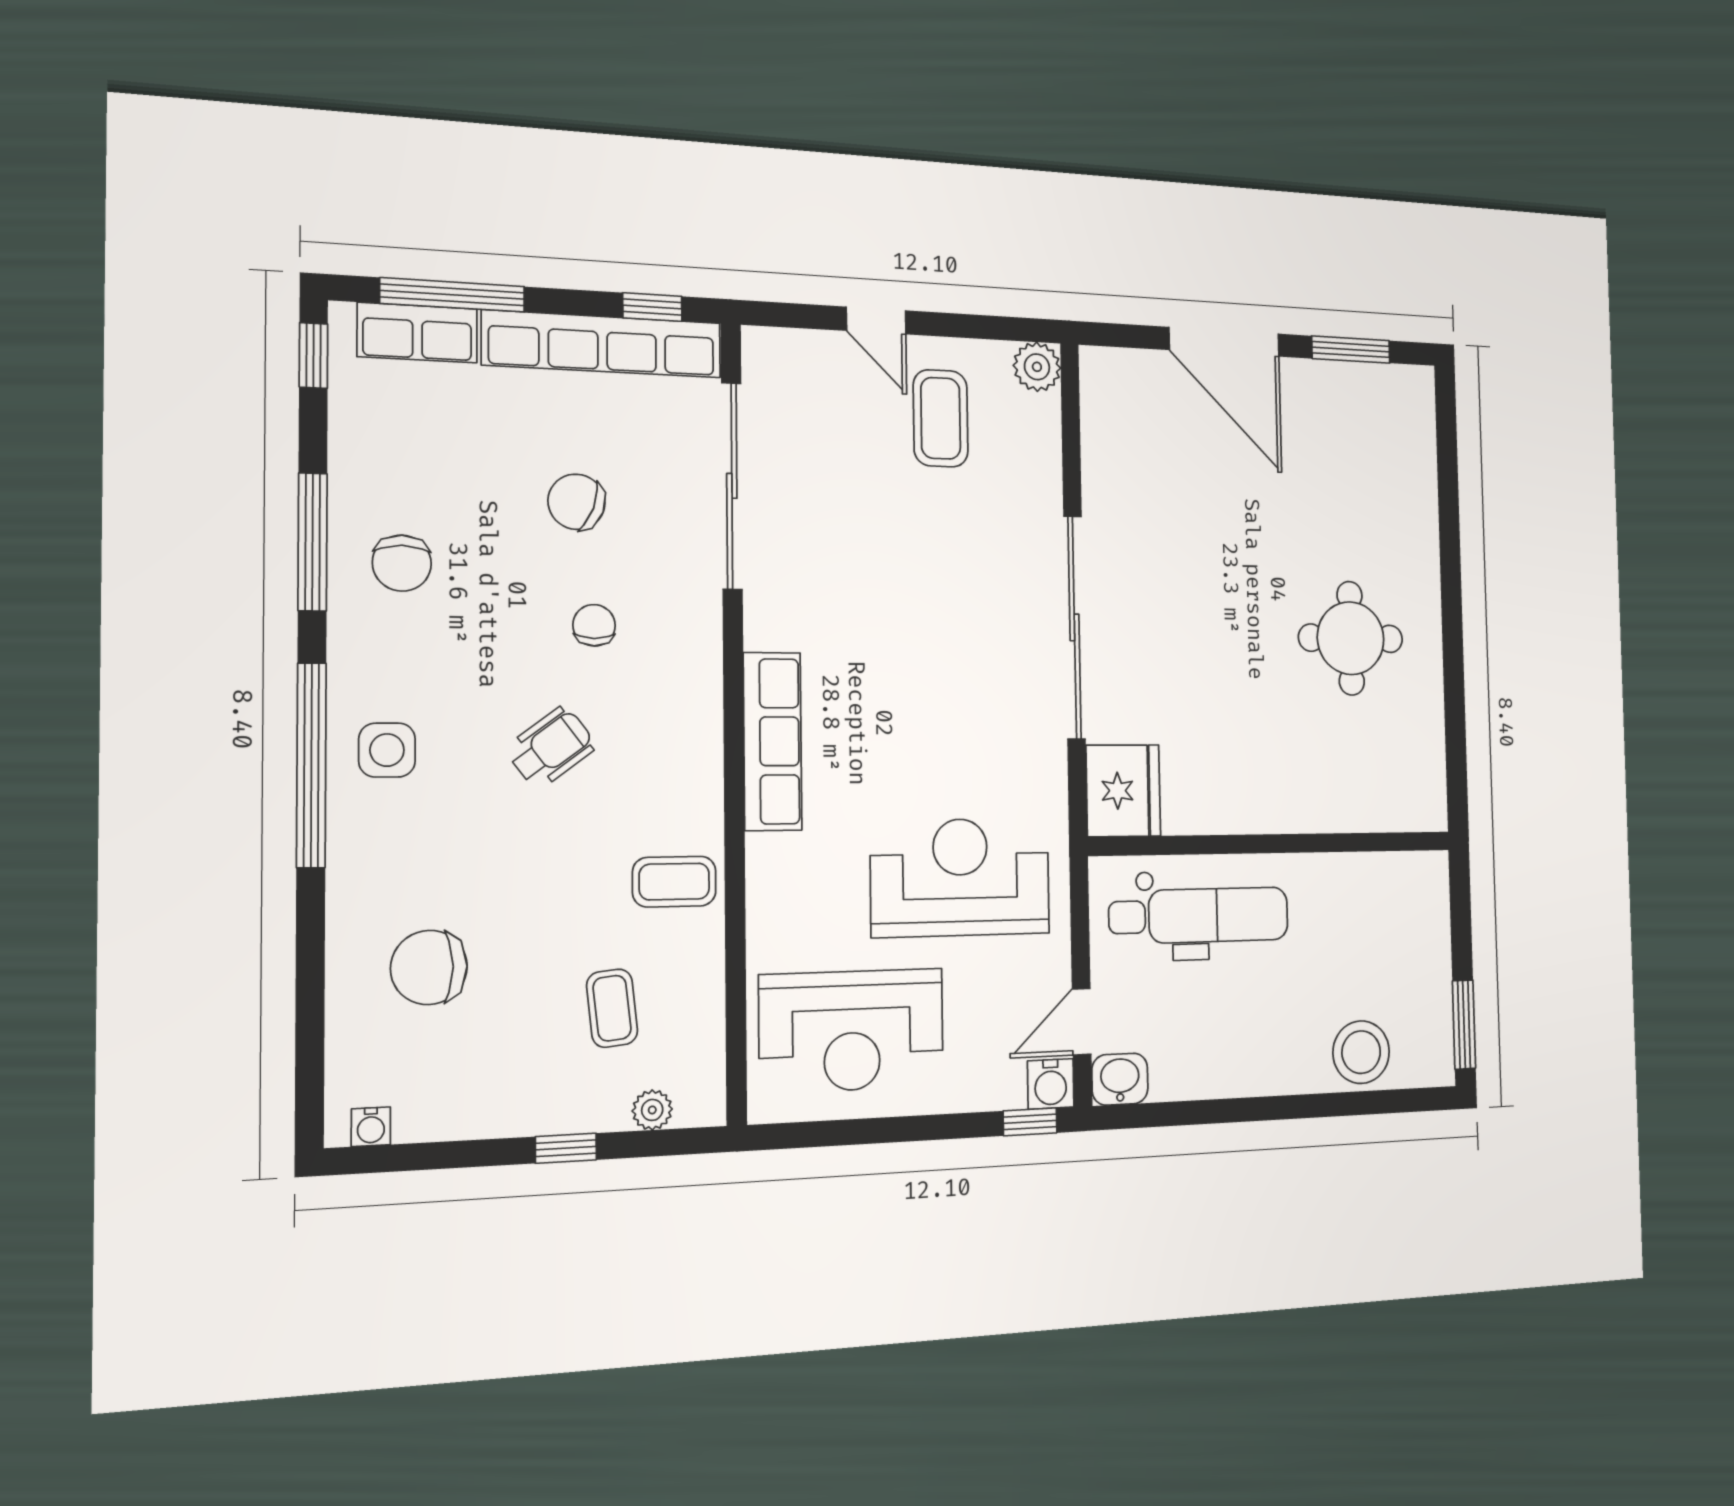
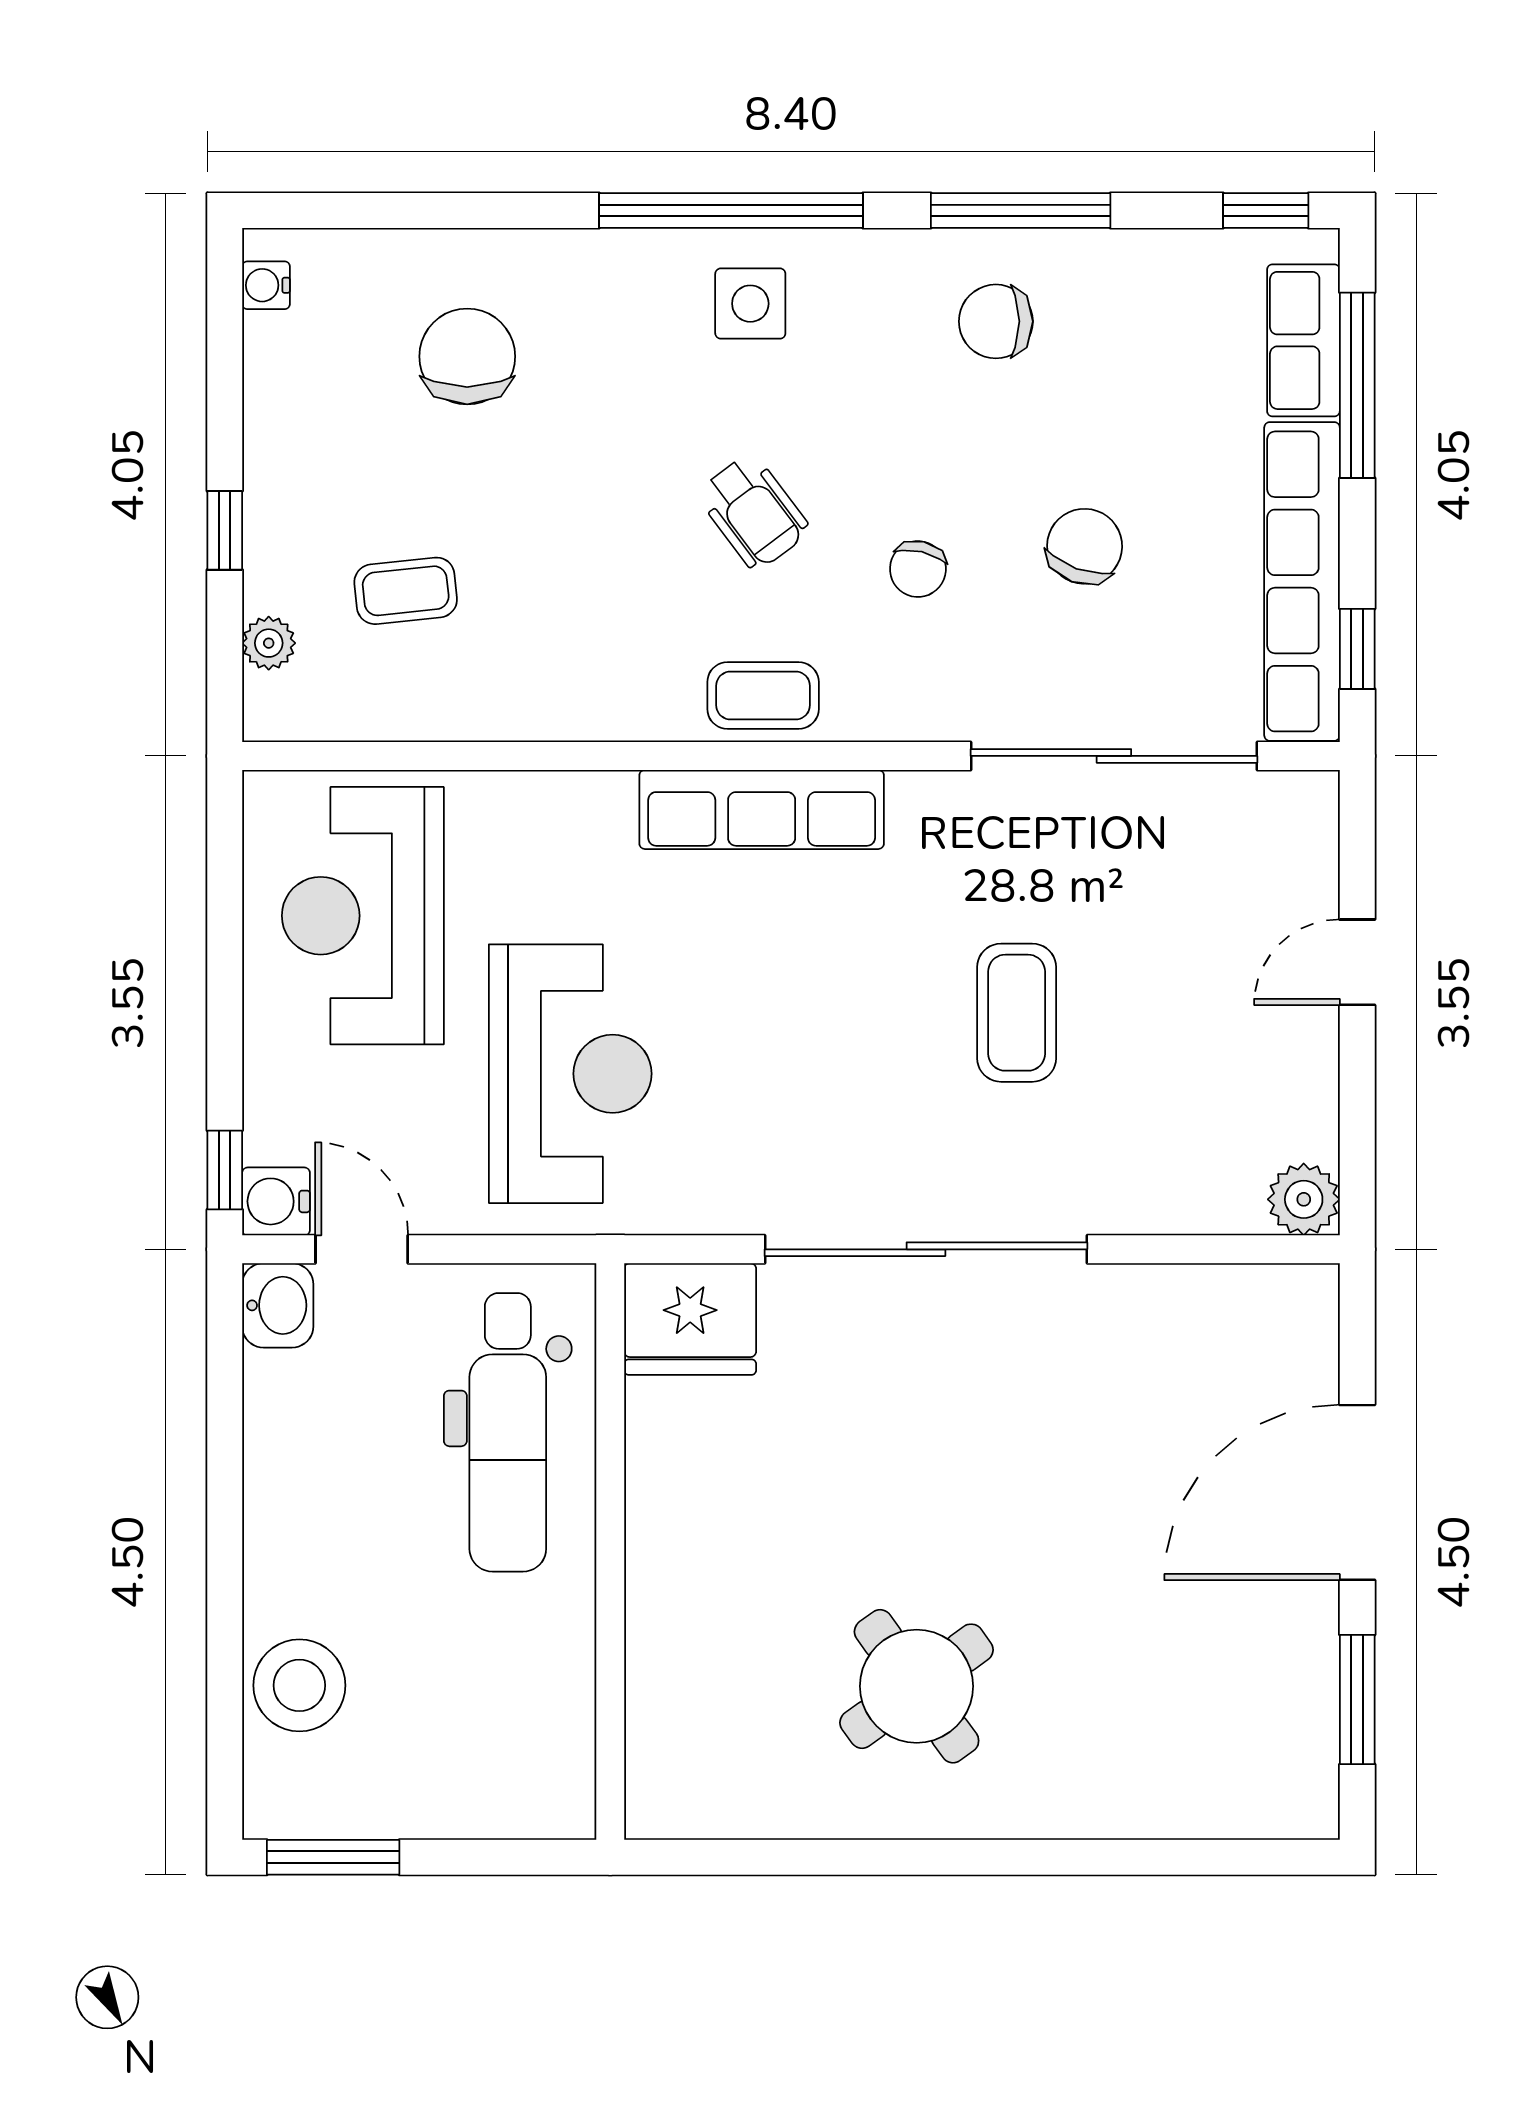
coffee table: (941, 418) -> (1017, 1013), moved, turned 90
chair: (594, 625) -> (918, 569), turned 103
round table: (1351, 638) -> (917, 1686), turned -36
coffee table: (674, 882) -> (763, 696), moved, turned 90

